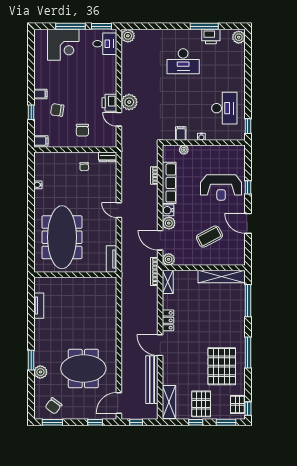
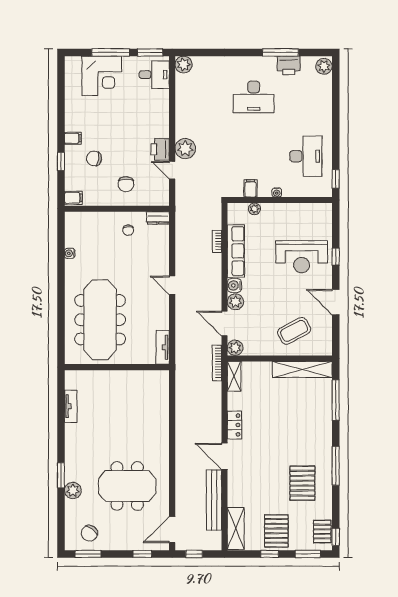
coffee table: (209, 237) -> (294, 331), moved
pallet: (222, 366) -> (302, 483), width x0.73, depth x0.71

